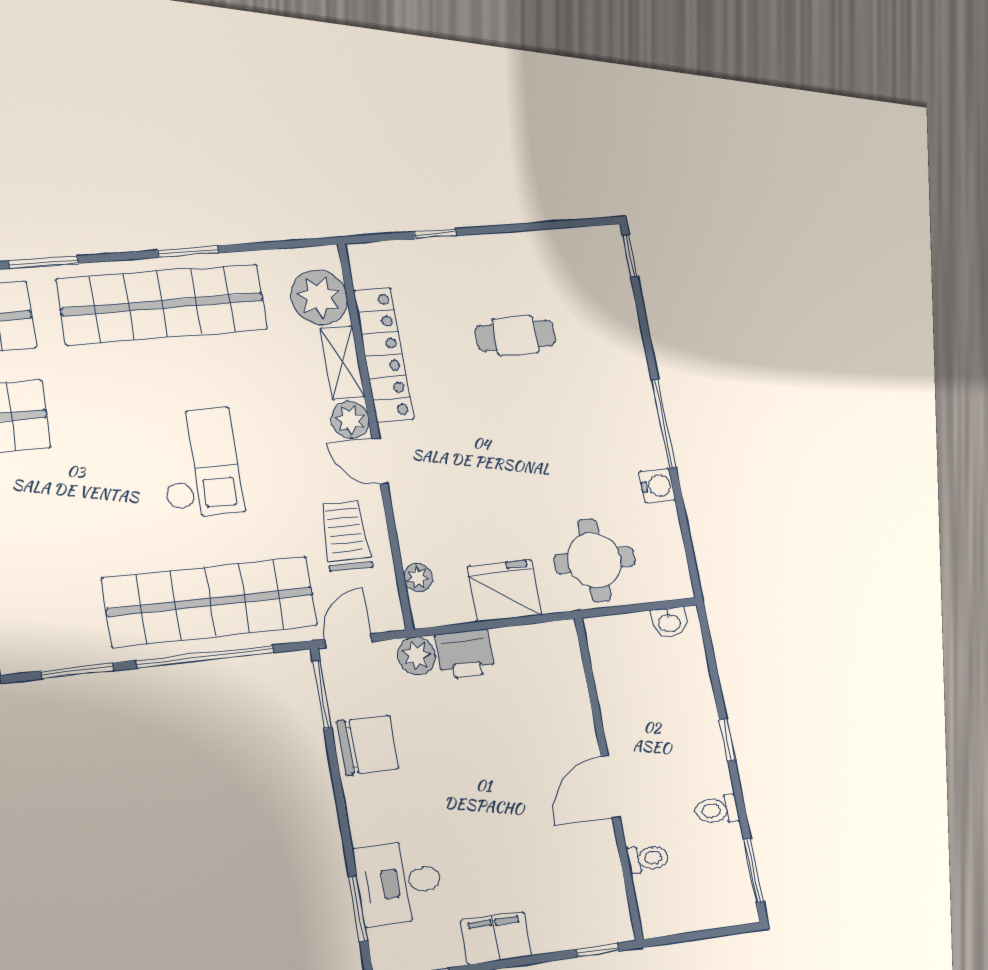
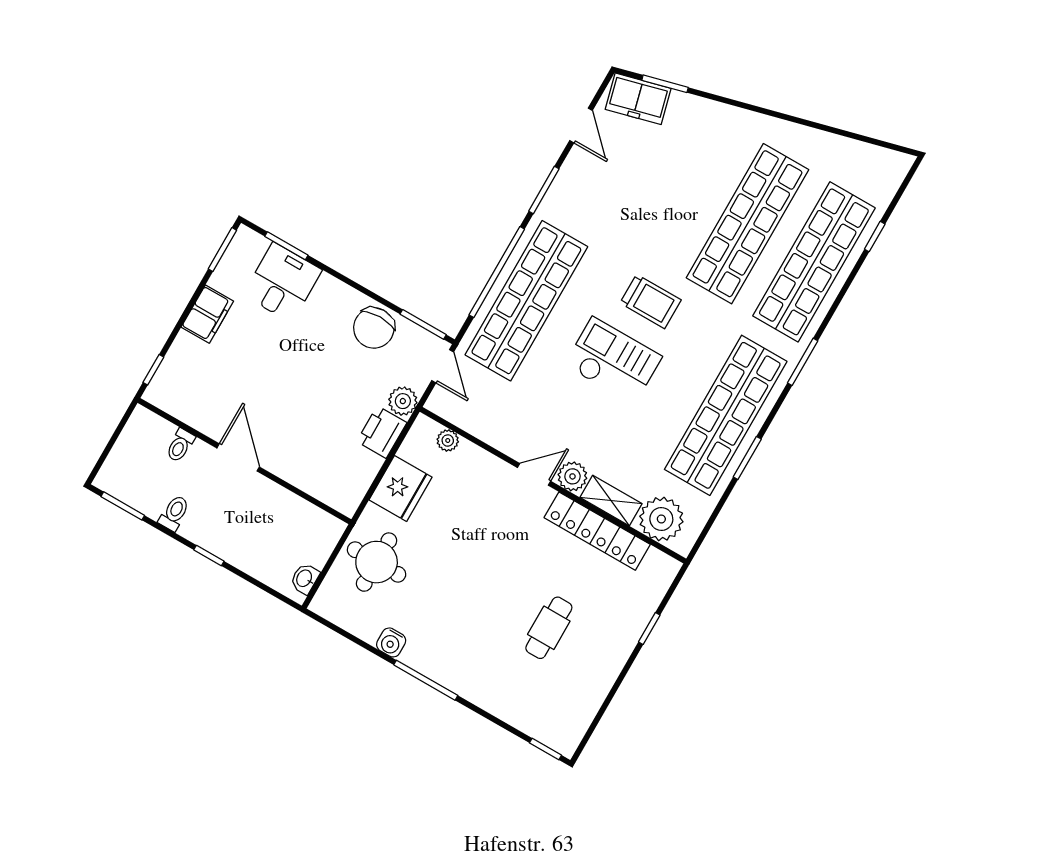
checkout: (200, 463) -> (613, 361), turned 180
trolley: (346, 535) -> (651, 301), moved

